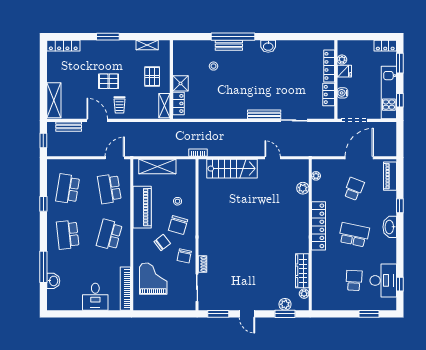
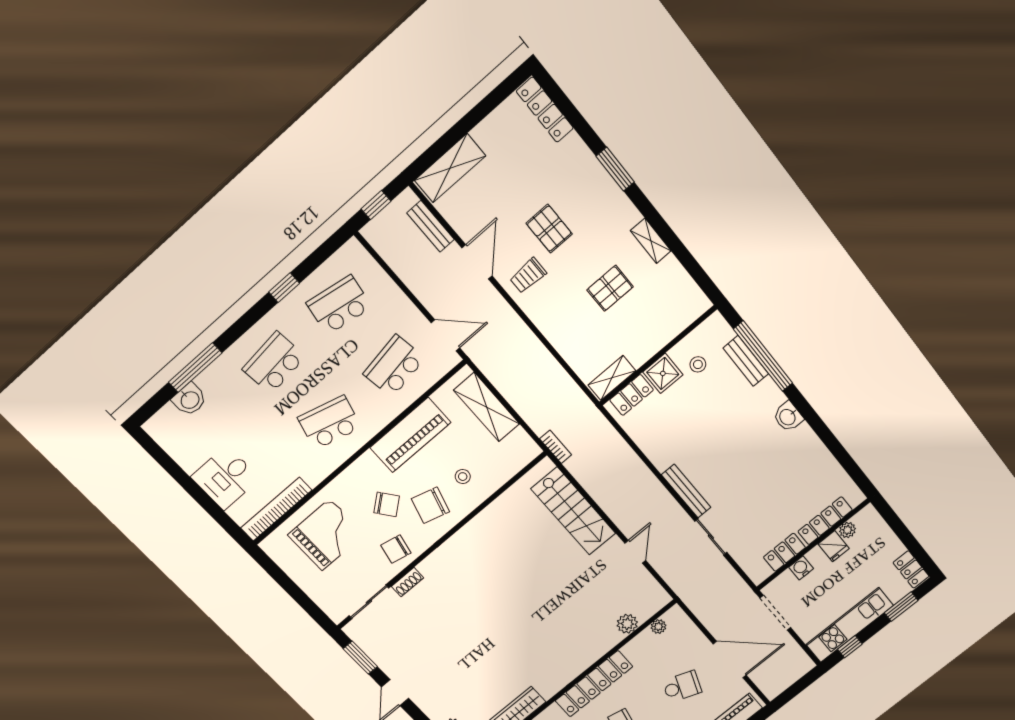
wall: (171, 80) -> (658, 356), moved
shower: (180, 83) -> (663, 373), moved
locker: (178, 103) -> (632, 395), moved
shelving: (164, 106) -> (612, 378), moved

